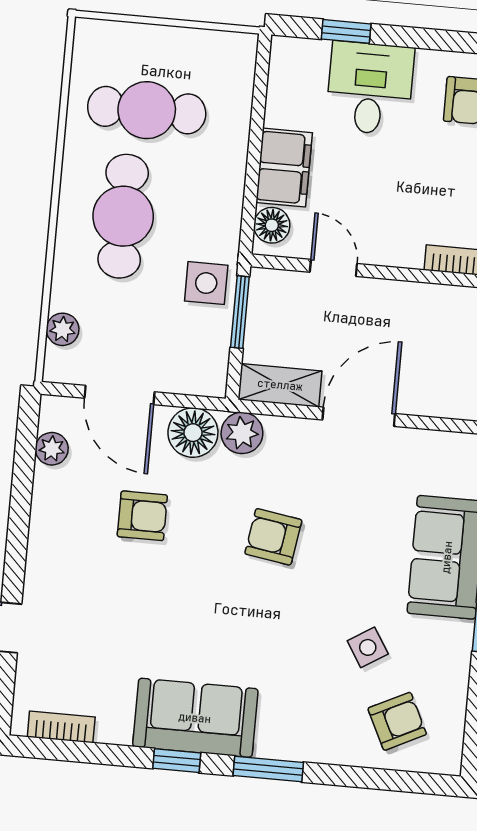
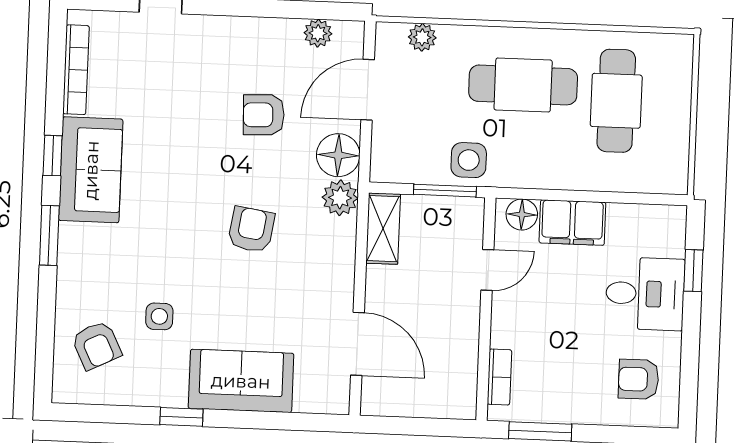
door: (359, 417) -> (357, 344), moved
armchair: (142, 516) -> (264, 115), turned 88
side table: (368, 647) -> (159, 316), turned 32
bookcase: (61, 727) -> (76, 70), width x1.56

